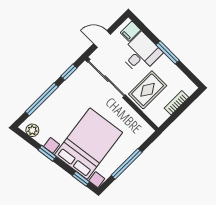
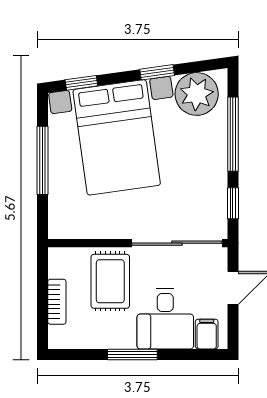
plant: (32, 130) -> (197, 94), width x1.88, depth x1.88

